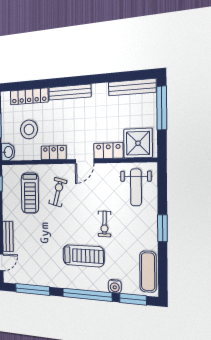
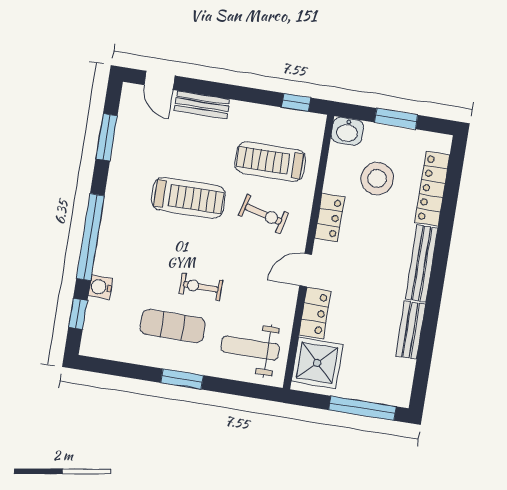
bench: (132, 87) -> (411, 330), moved, width x0.73
door: (85, 161) -> (306, 270), hinge flipped
treadmill: (83, 256) -> (188, 198), moved, turned -90
exercise mat: (148, 272) -> (173, 326), moved
window: (32, 289) -> (107, 137), width x0.69
window: (133, 299) -> (78, 314), width x0.67

